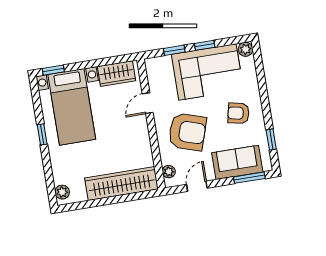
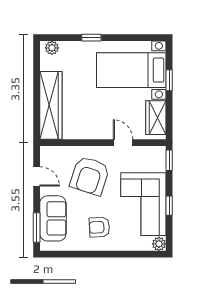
window: (174, 50) -> (169, 160), moved
window: (53, 70) -> (169, 80), moved
armchair: (238, 113) -> (99, 227), turned -105
window: (42, 134) -> (91, 38), moved
window: (271, 139) -> (69, 254), removed
plant: (169, 172) -> (55, 152), removed

